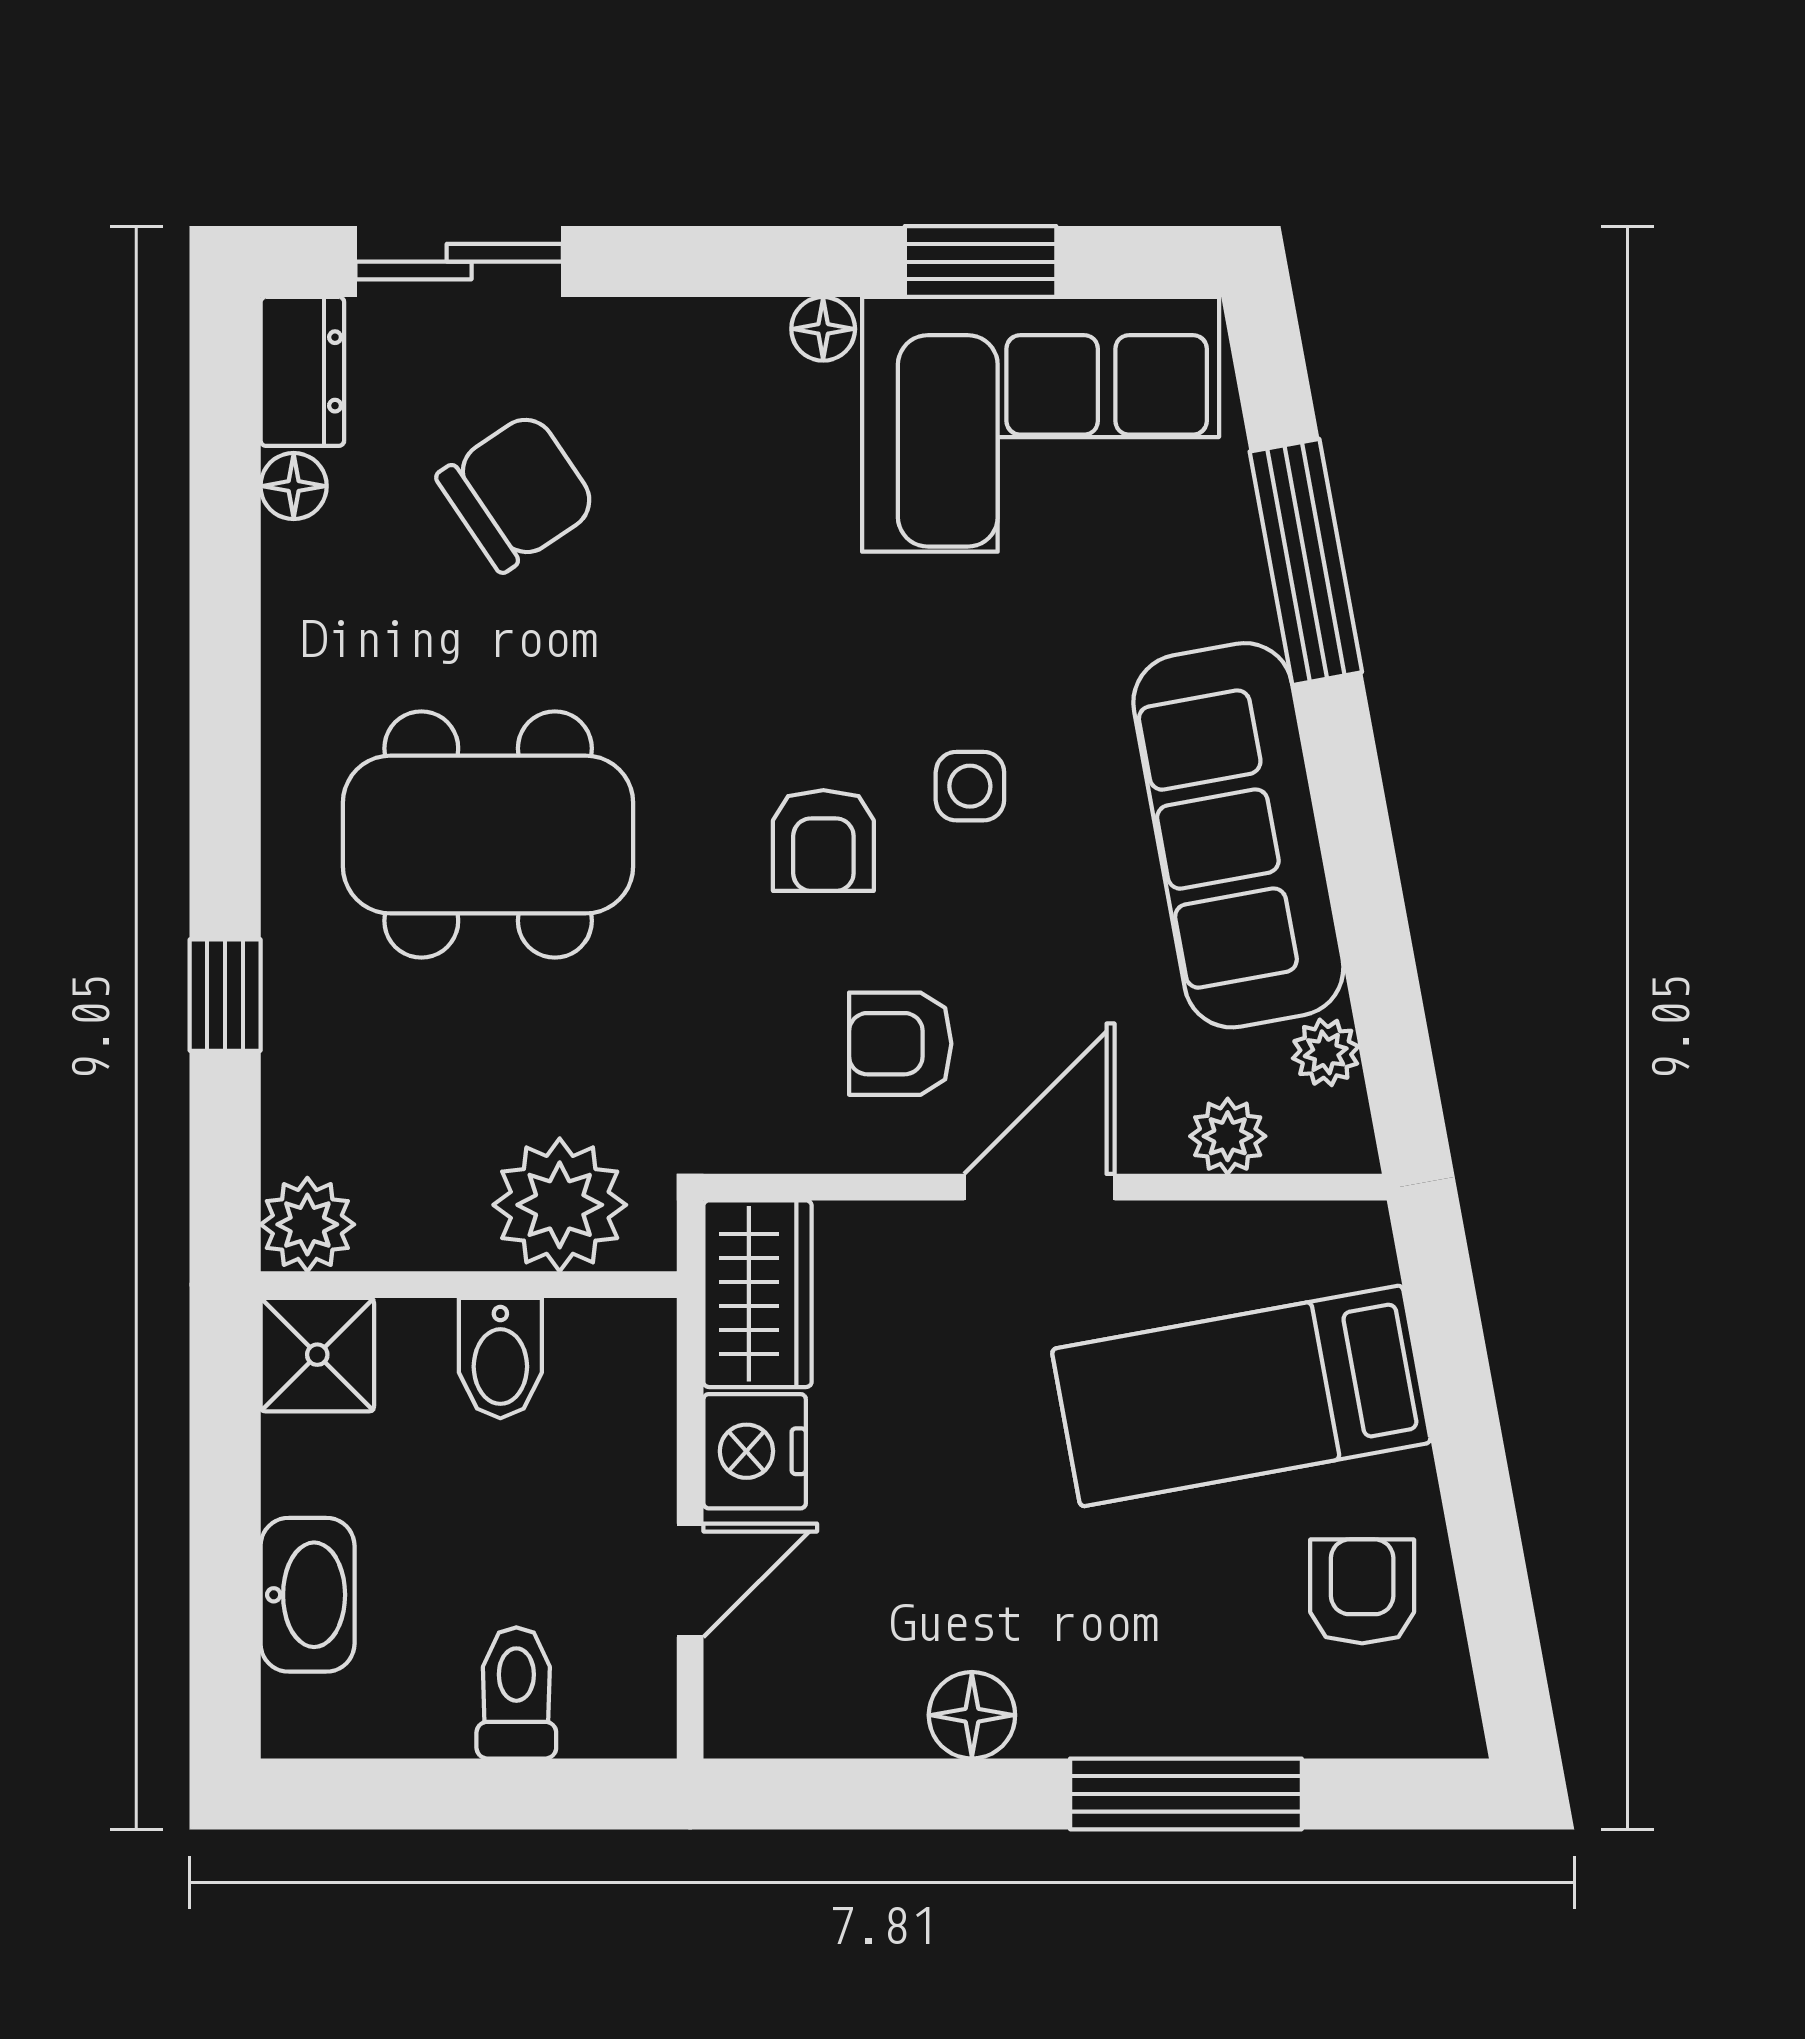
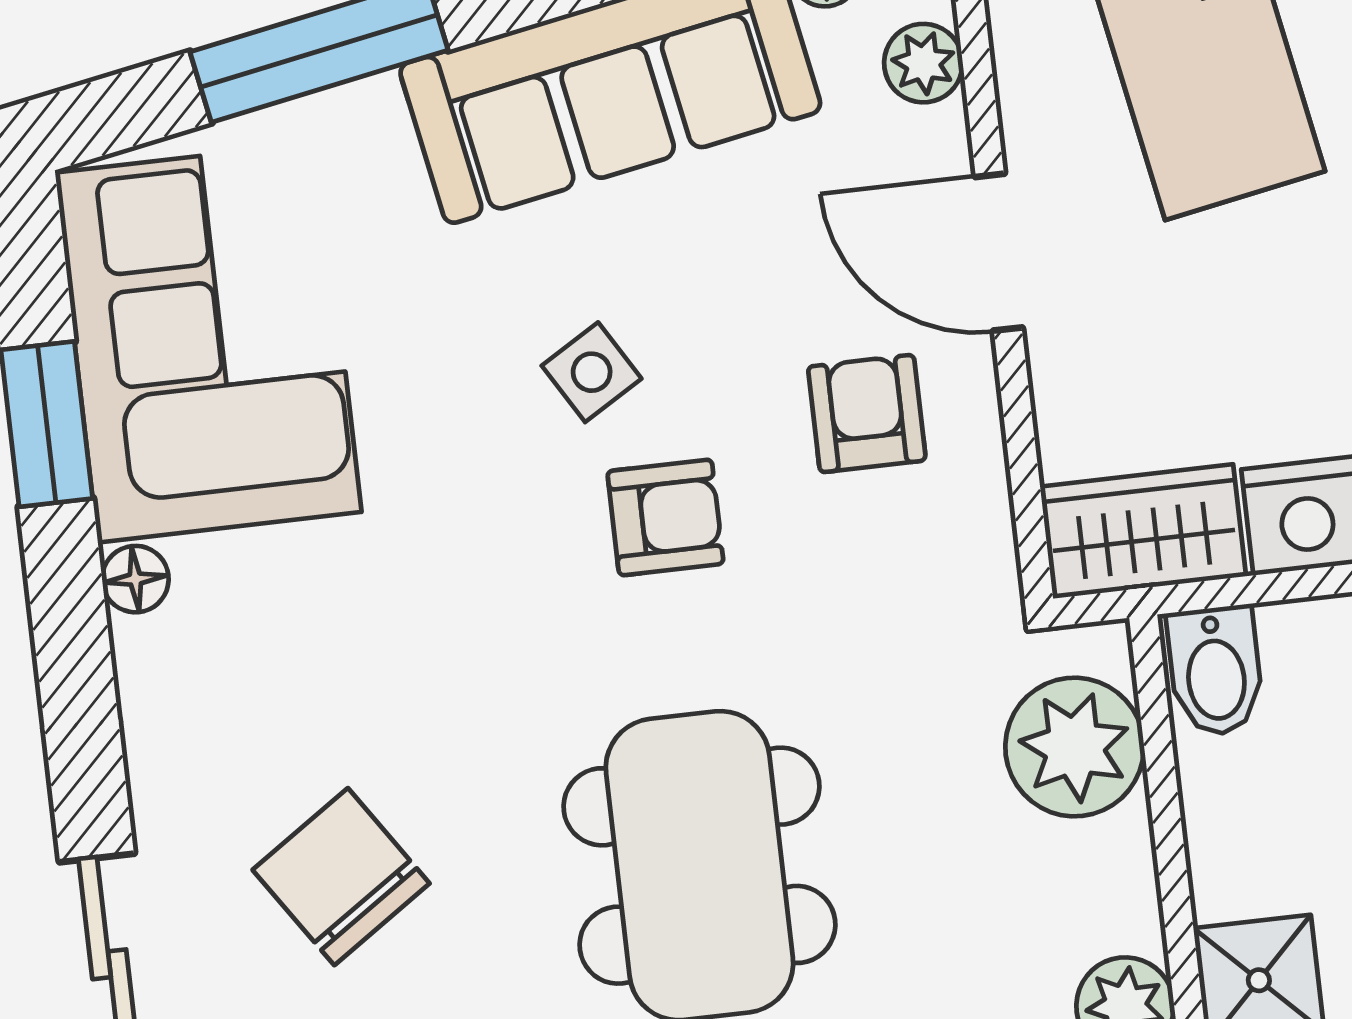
side table: (970, 786) -> (592, 372), turned -31
armchair: (900, 1044) -> (867, 414), turned 180
bidet: (500, 1358) -> (1215, 671), moved, turned 90

